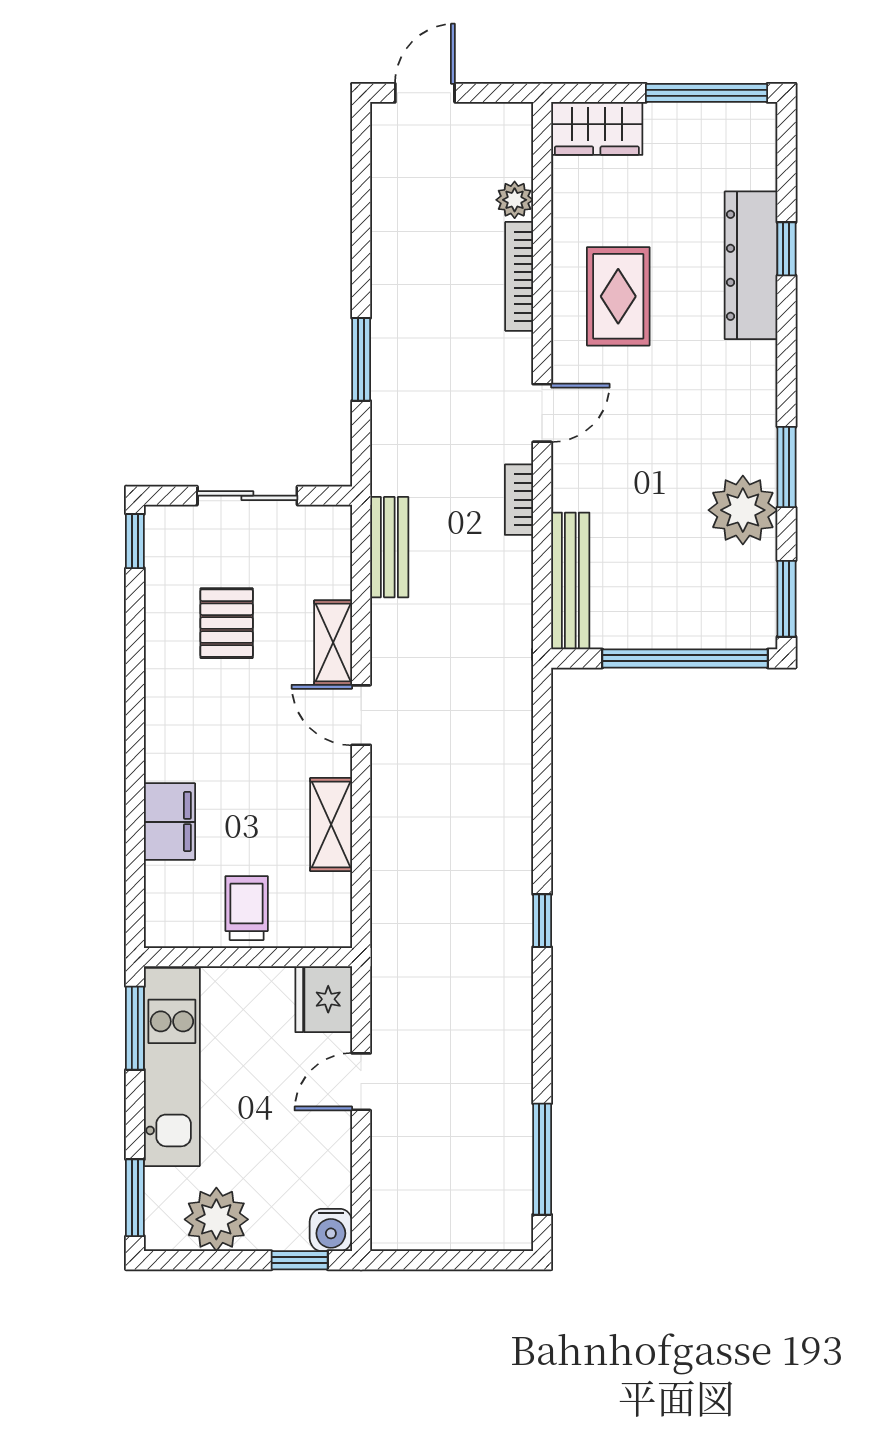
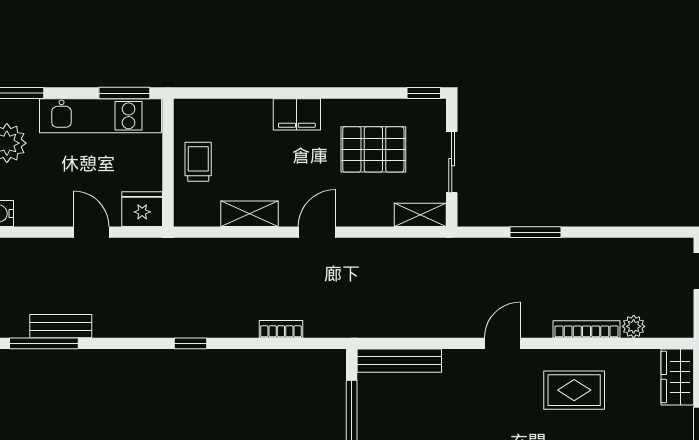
door: (542, 413) -> (503, 343), swing flipped
bookcase: (519, 500) -> (281, 329), moved
bench: (389, 547) -> (61, 326), moved
pallet: (227, 623) -> (373, 149), width x1.50, depth x1.42
shelving: (333, 643) -> (420, 215), moved
filing cabinet: (170, 822) -> (297, 114), moved
trolley: (247, 908) -> (198, 162), turned -90

